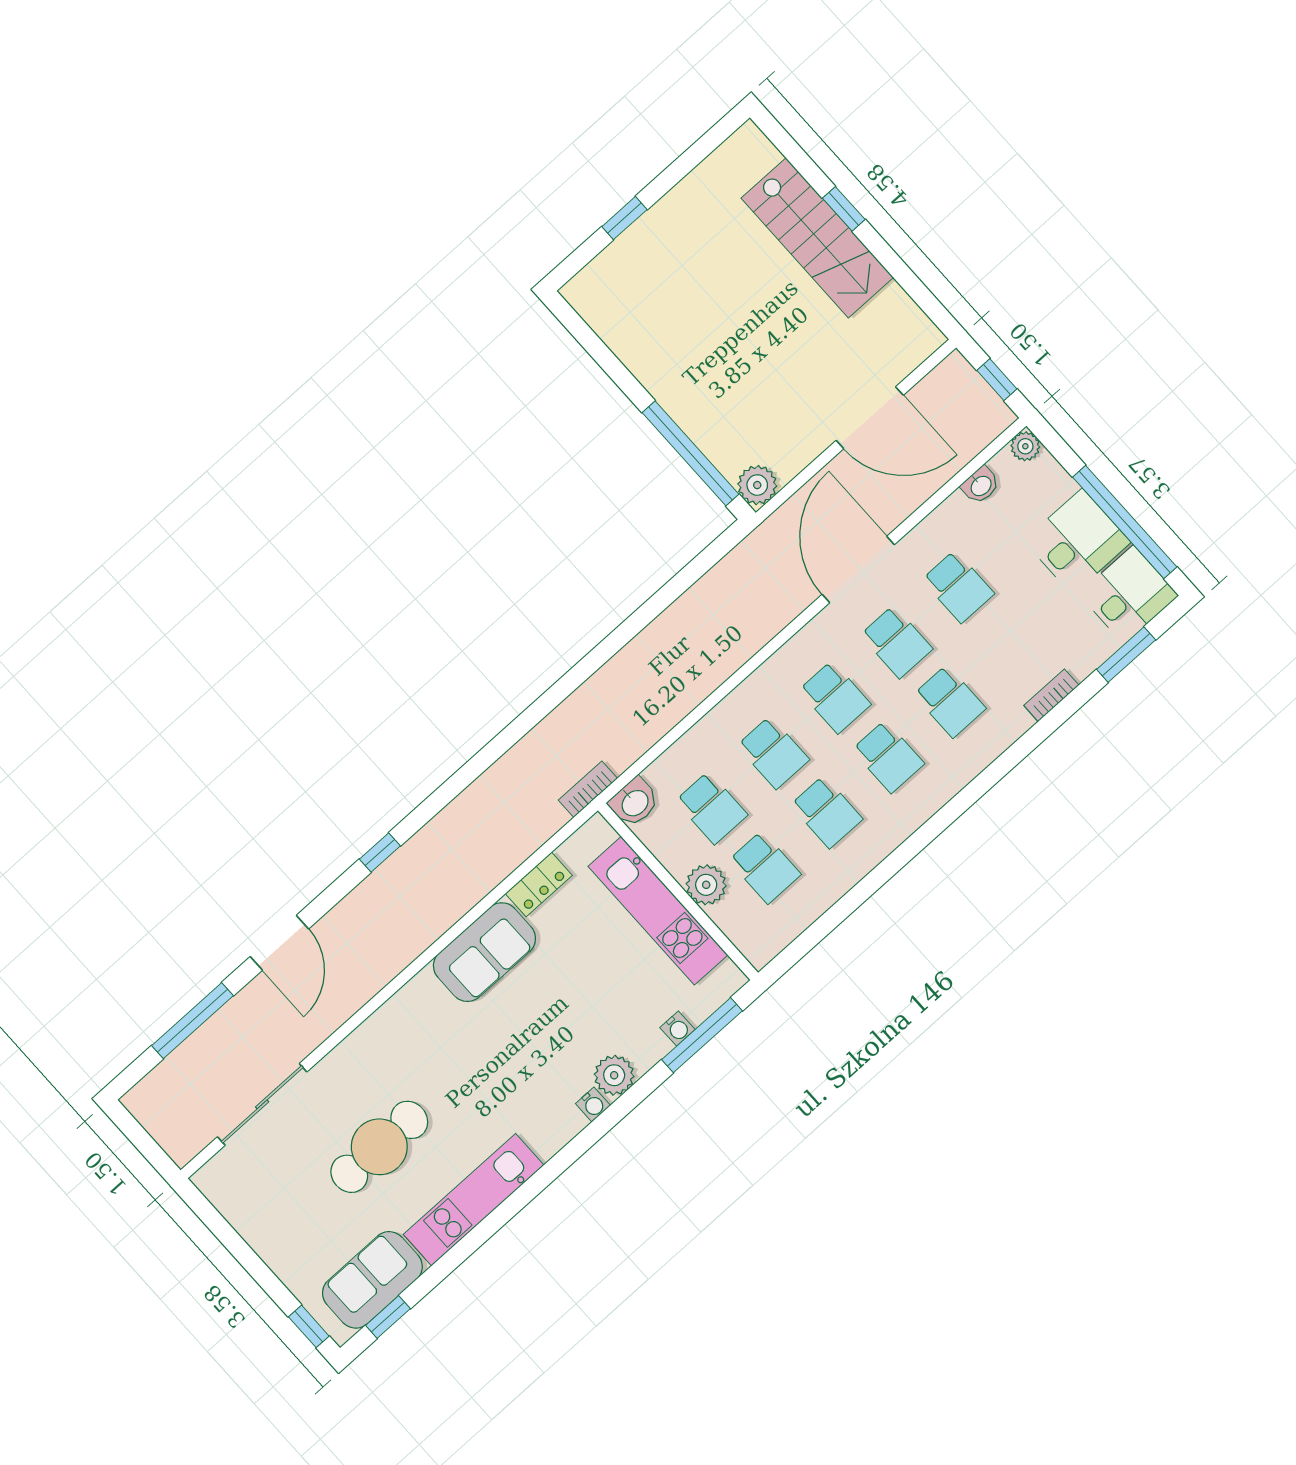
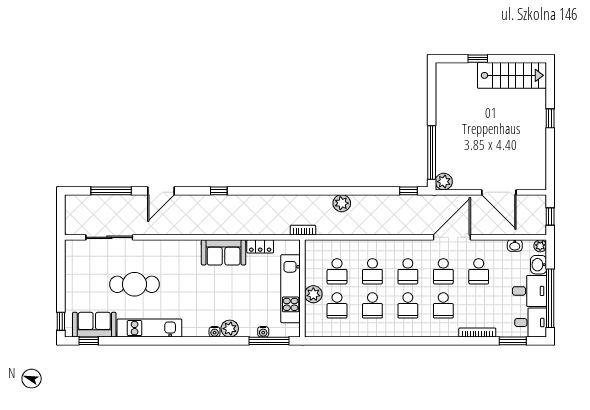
stairs: (817, 238) -> (512, 75), moved, turned -90
window: (710, 556) -> (408, 191), added
plant: (613, 682) -> (342, 203), added
bookcase: (1051, 695) -> (477, 332), width x1.56
washbasin: (634, 802) -> (539, 265), moved, turned 90

